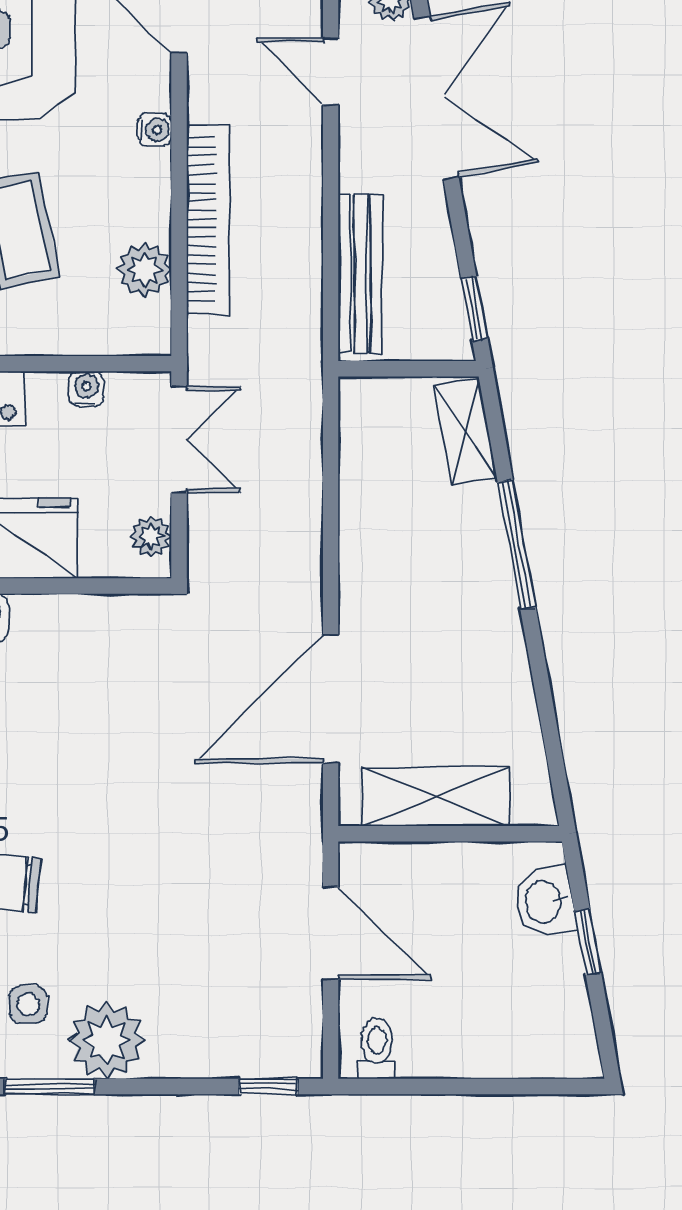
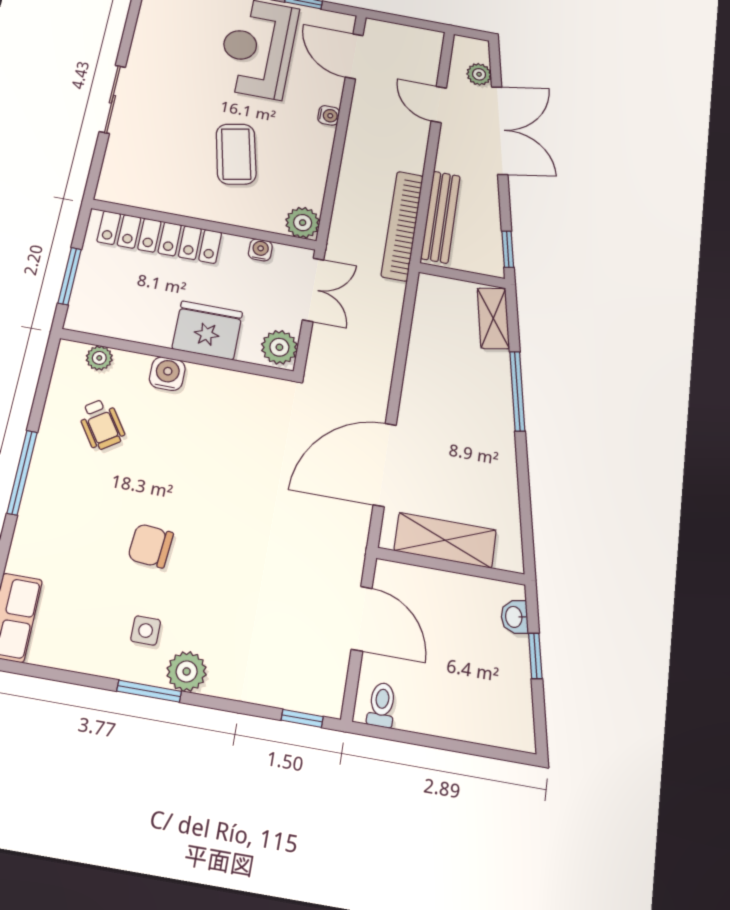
bookcase: (208, 219) -> (402, 226), moved, turned 180
plant: (144, 270) -> (303, 223), moved
plant: (151, 536) -> (279, 347), width x1.38, depth x1.38
washbasin: (544, 902) -> (515, 617), width x0.72, depth x0.69
plant: (107, 1040) -> (187, 671), width x0.73, depth x0.73

